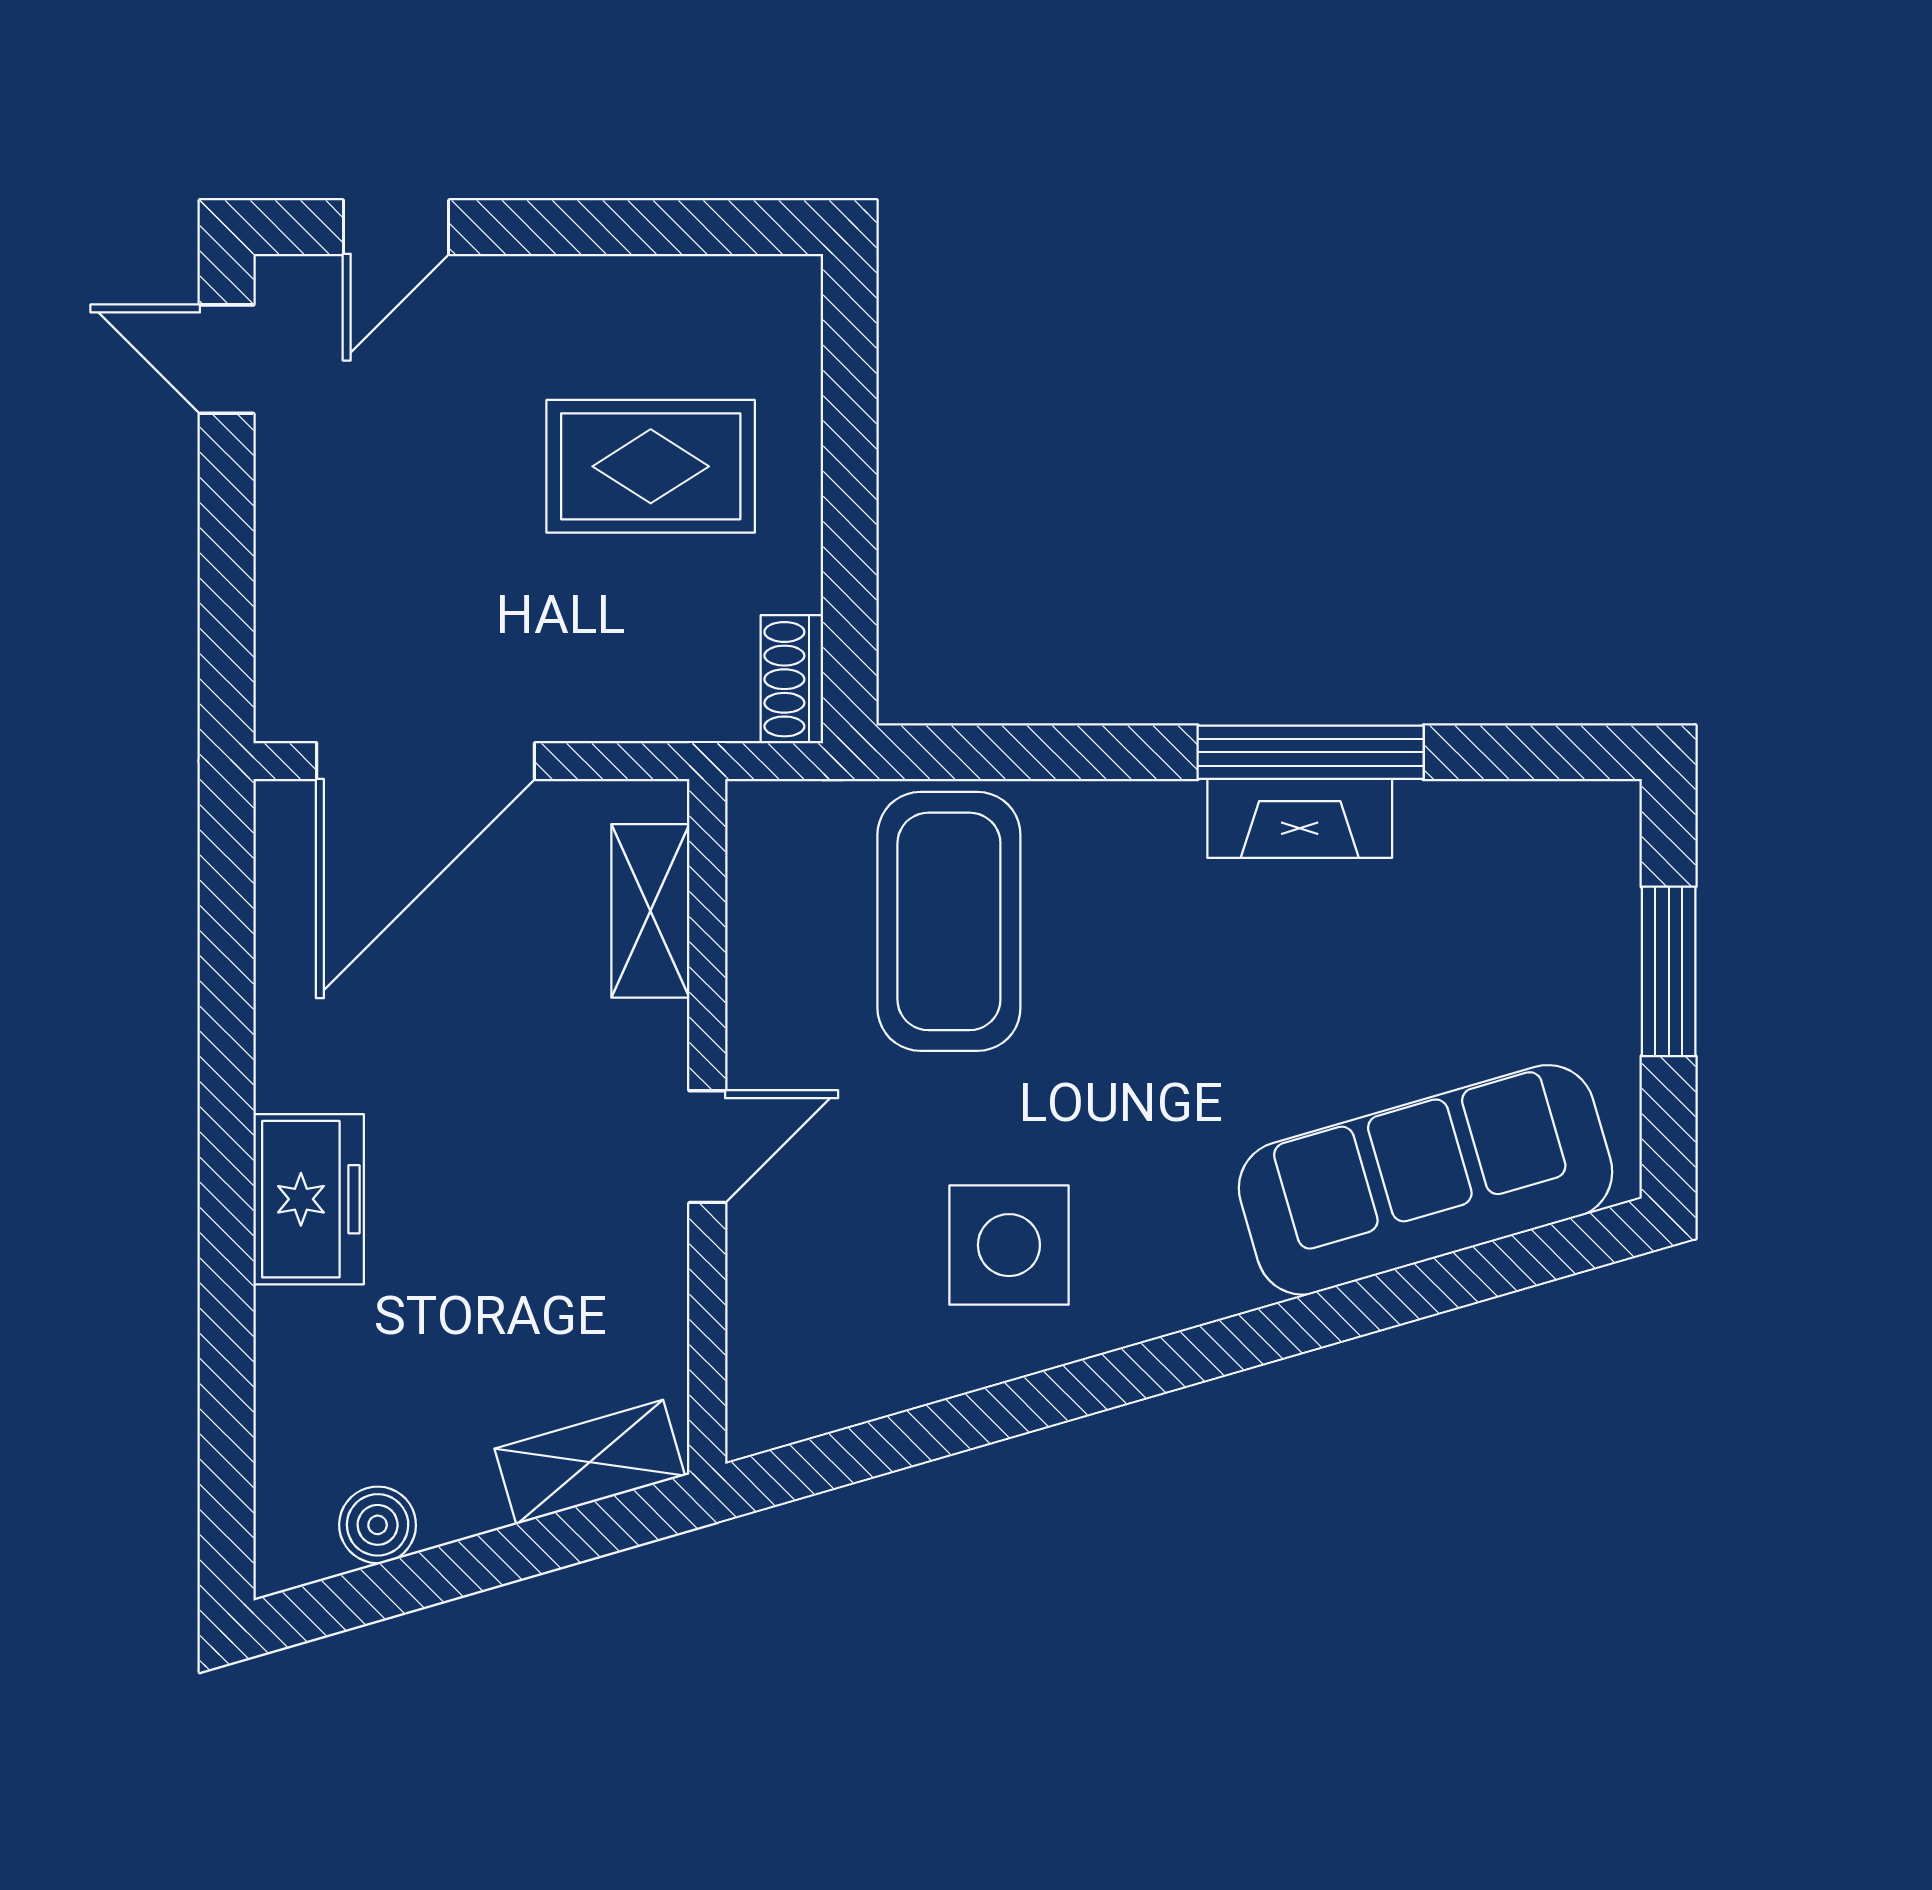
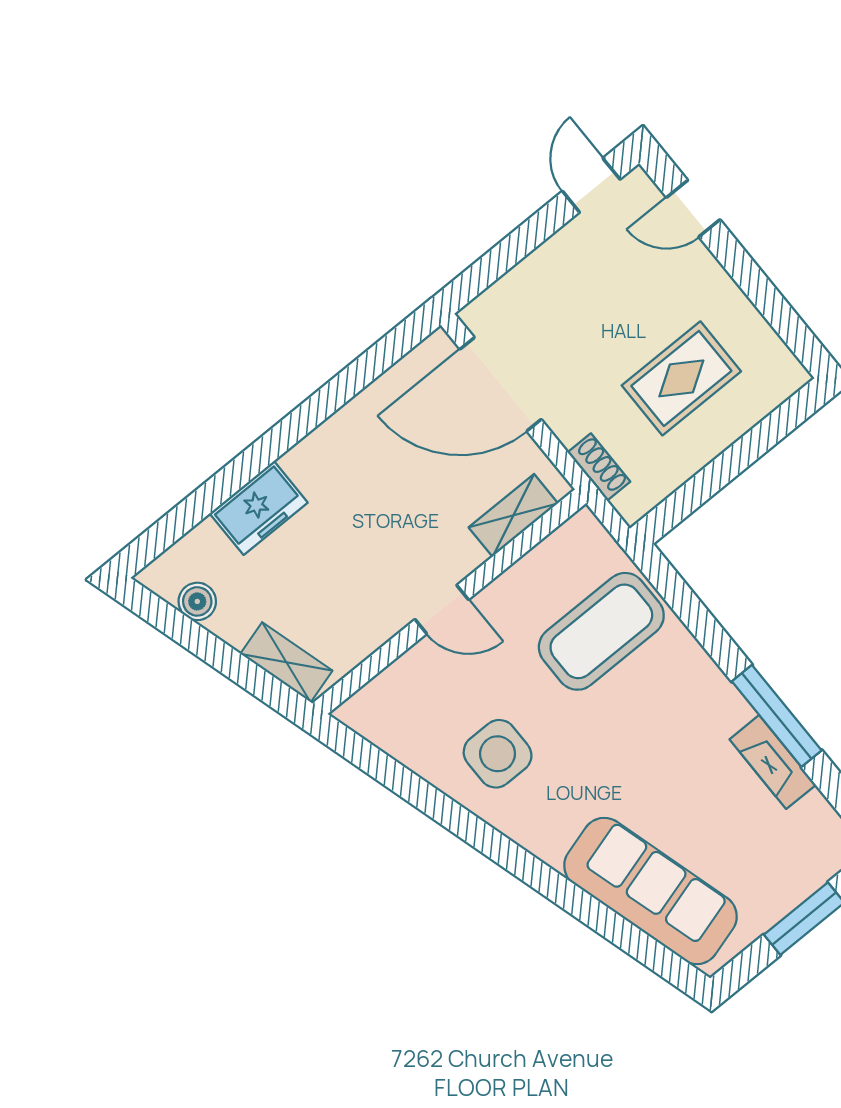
rug: (651, 466) -> (681, 378), turned 90
shoe rack: (792, 679) -> (599, 467), moved, turned 90
fireplace: (1300, 818) -> (773, 762), moved
freezer: (309, 1199) -> (259, 508), moved

